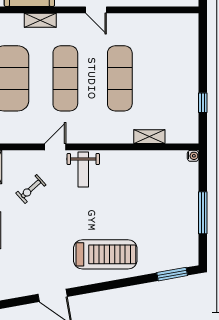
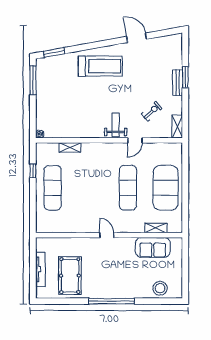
shelving: (40, 20) -> (156, 228), moved
exercise mat: (120, 78) -> (53, 188), moved
window: (203, 213) -> (33, 80), moved
treadmill: (105, 254) -> (100, 66), turned 180

